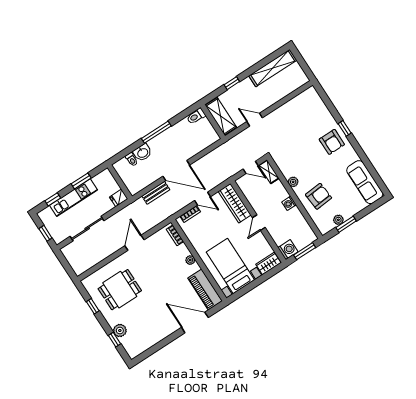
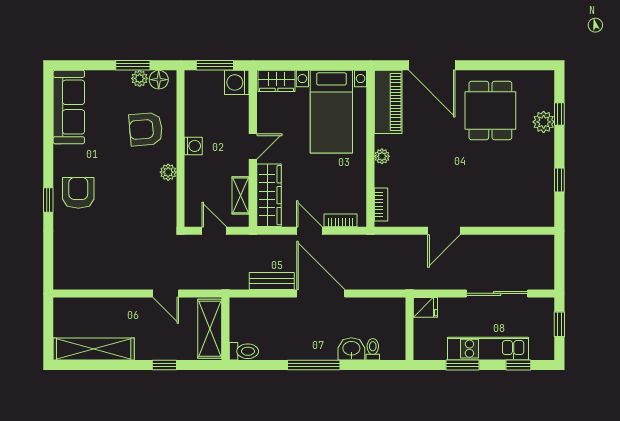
shelving: (269, 172) -> (241, 195), moved
bench: (156, 193) -> (272, 281), moved
floor lamp: (328, 226) -> (159, 80), added
dining table: (120, 290) -> (490, 110), moved, turned 90

